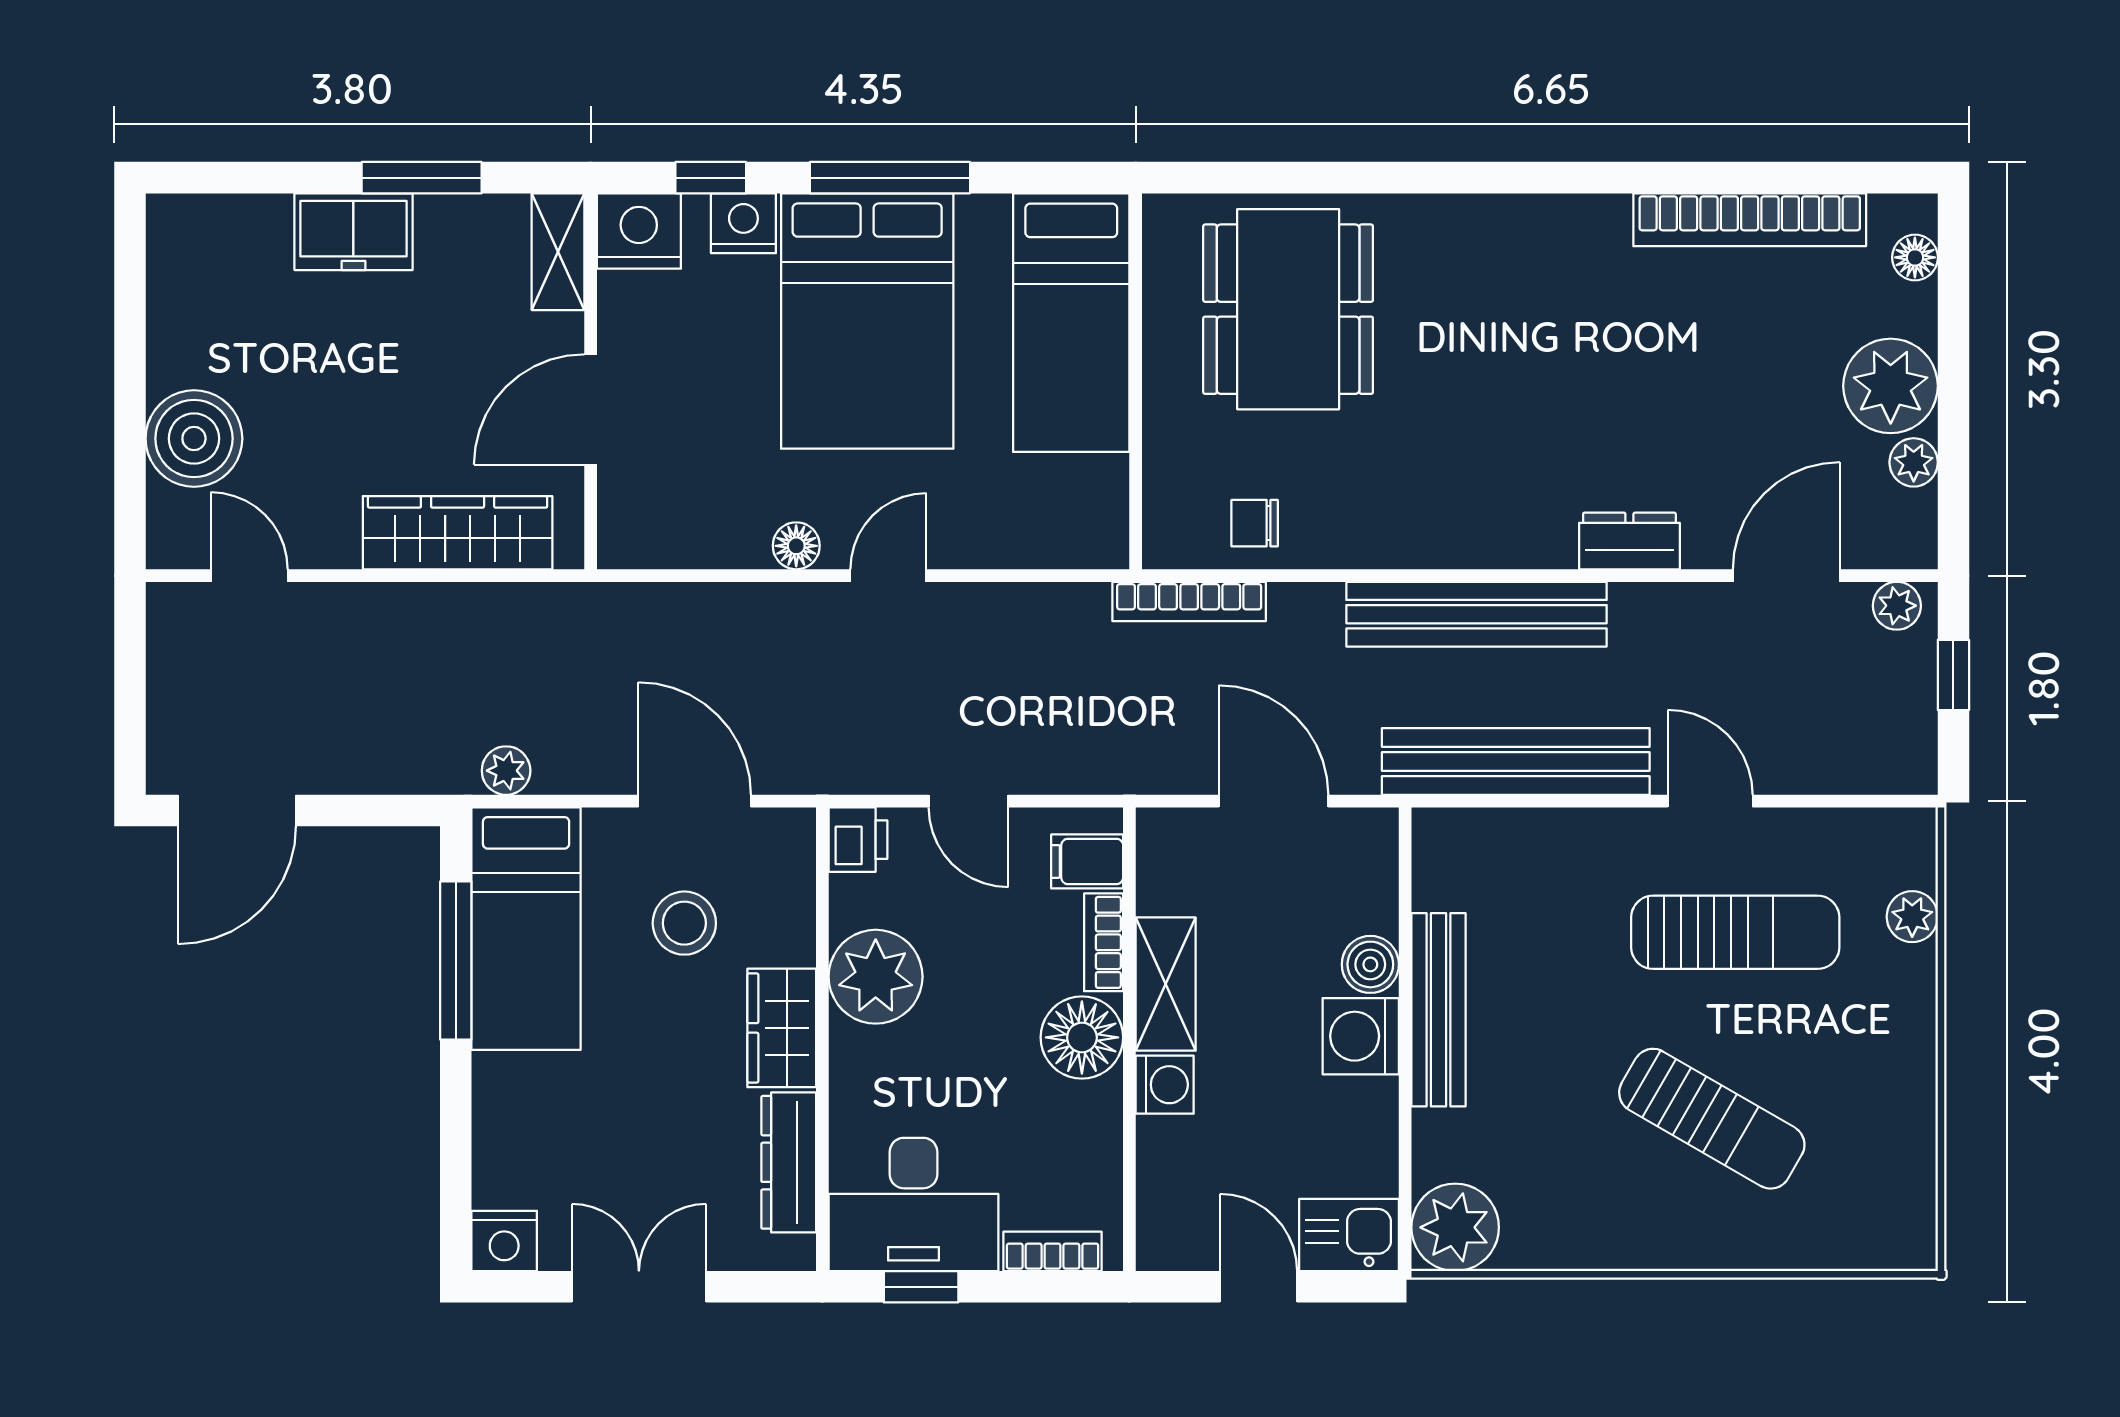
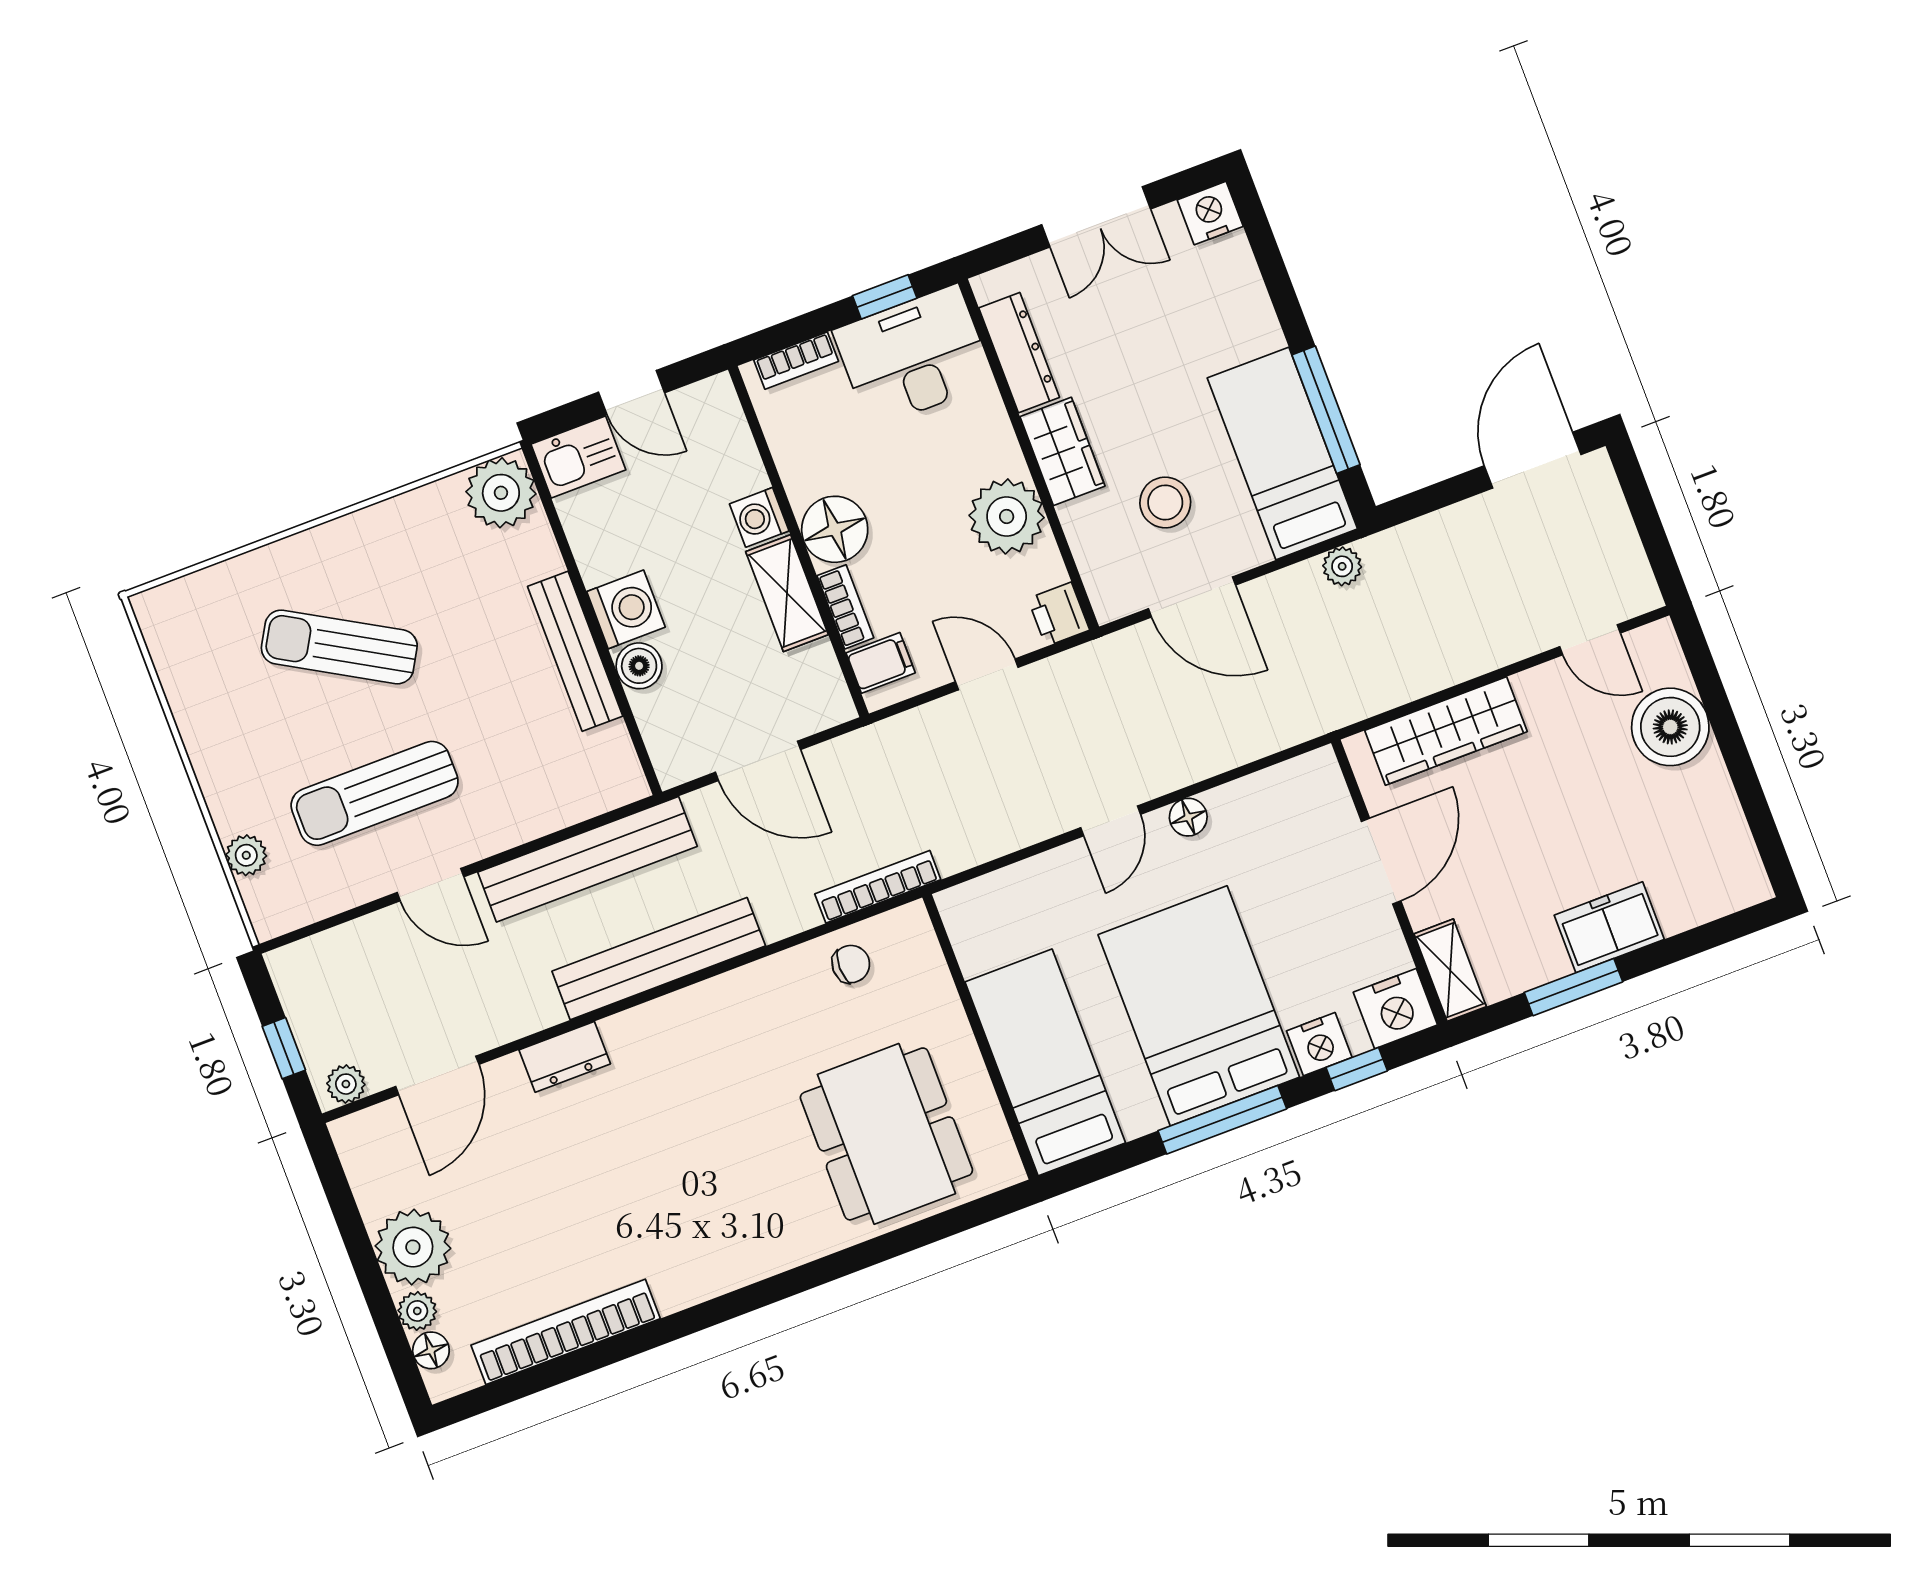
plant: (1914, 462) -> (417, 1311), moved

